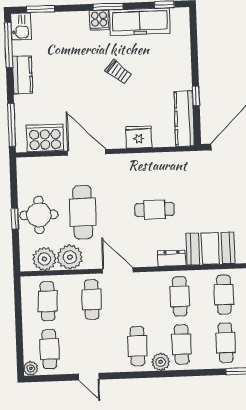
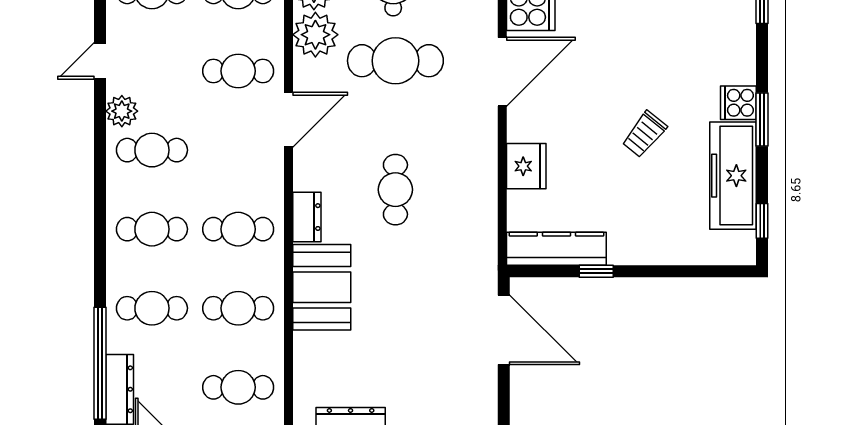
plant: (161, 362) -> (122, 111), moved

